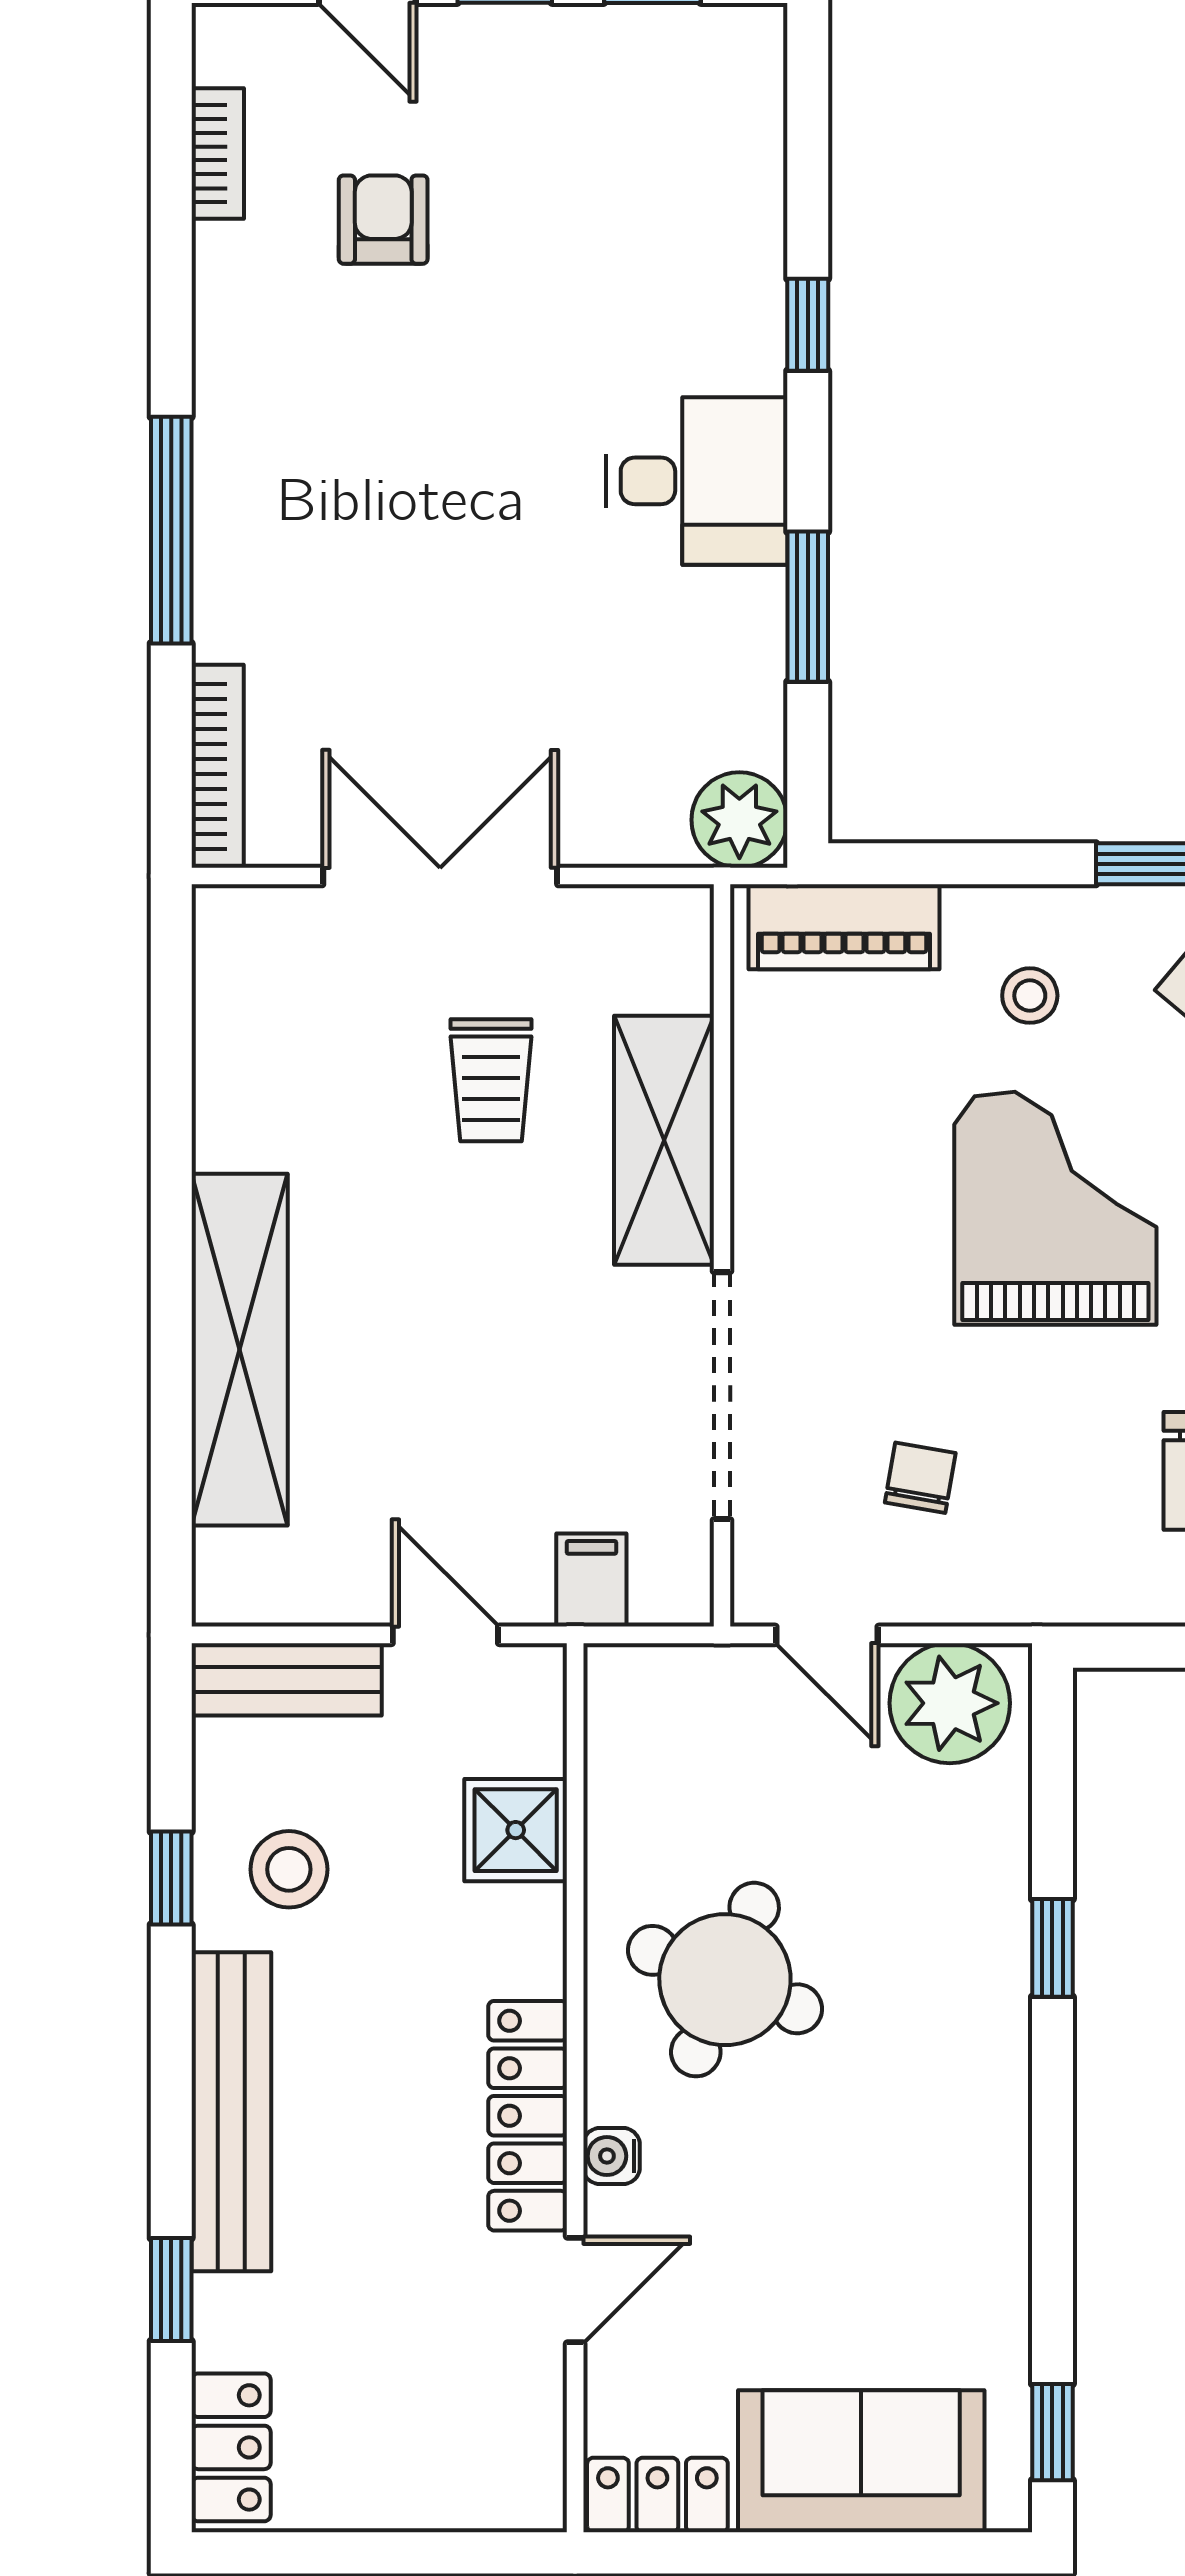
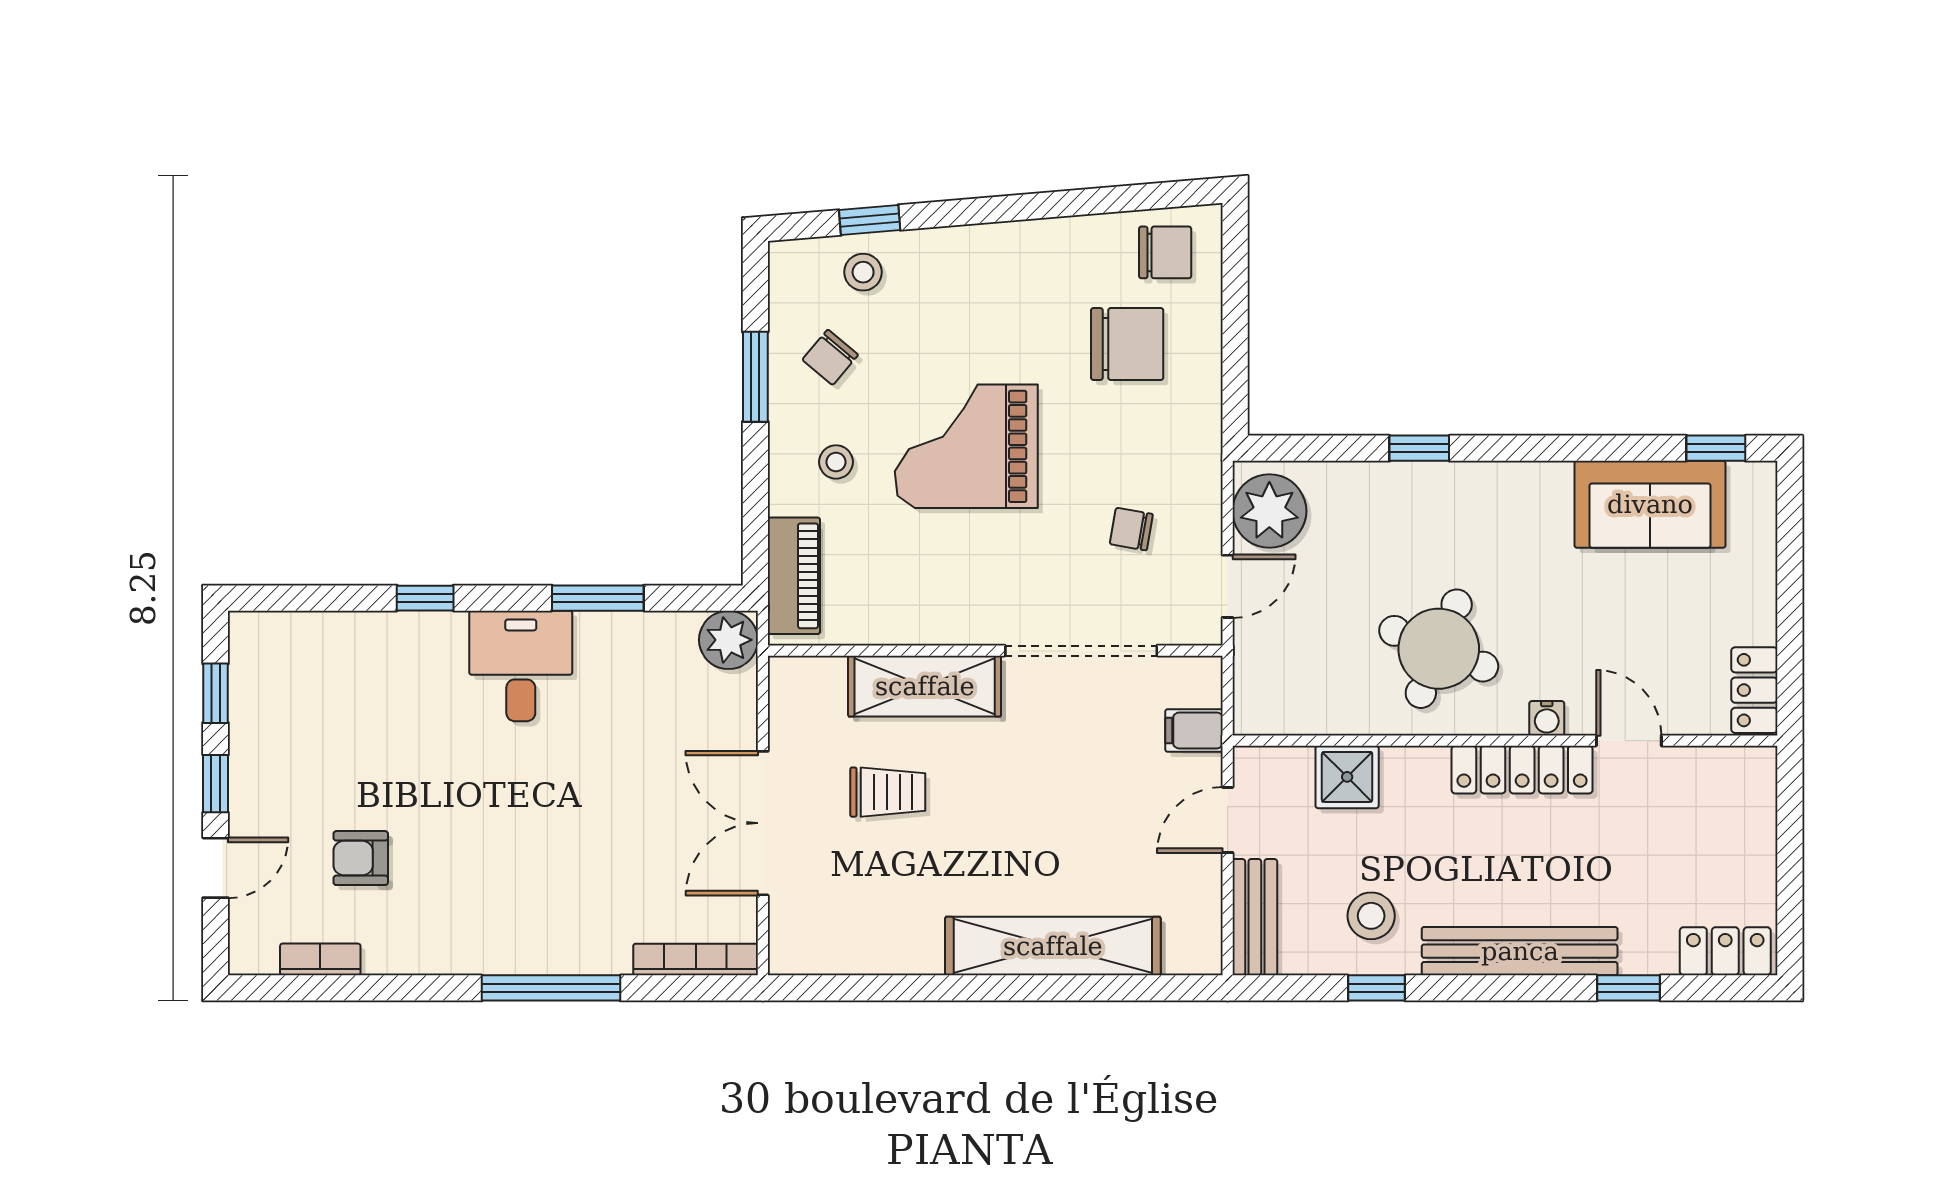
sofa: (861, 2461) -> (1650, 504), moved, turned -90

